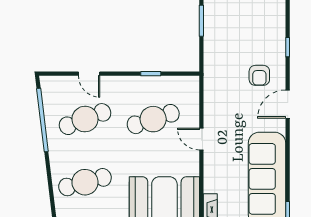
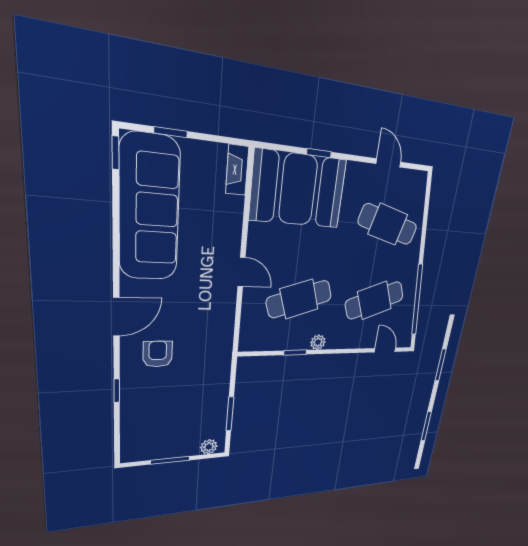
door: (89, 74) -> (385, 350), moved
plant: (132, 82) -> (318, 342), added
cafe table: (85, 182) -> (388, 224), turned 30

